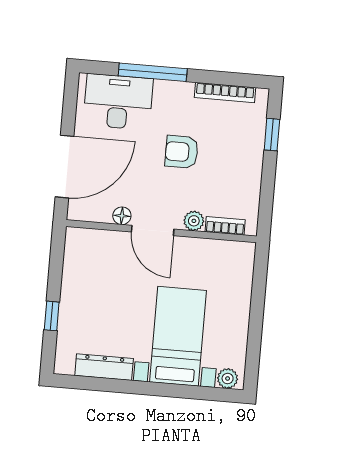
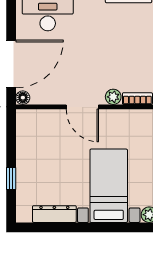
armchair: (182, 152) -> (99, 45), removed
floor lamp: (122, 216) -> (23, 98), moved

